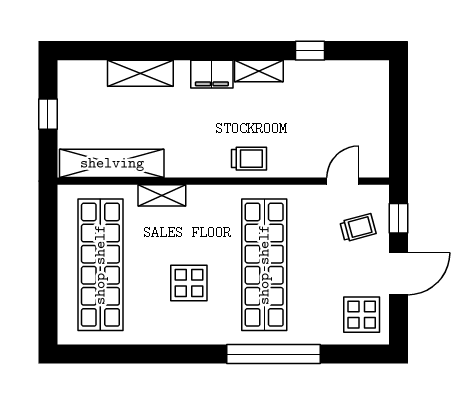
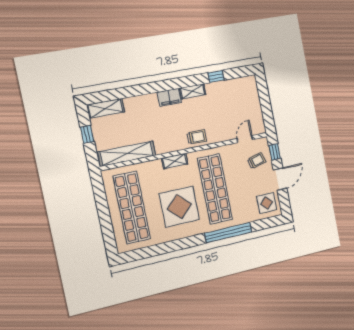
shelving: (140, 73) -> (105, 108), moved
shelving: (162, 195) -> (175, 161), moved
display table: (189, 283) -> (179, 207), width x1.86, depth x1.86

